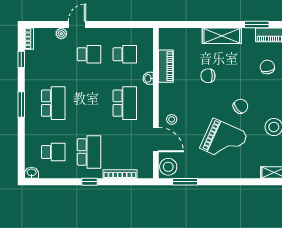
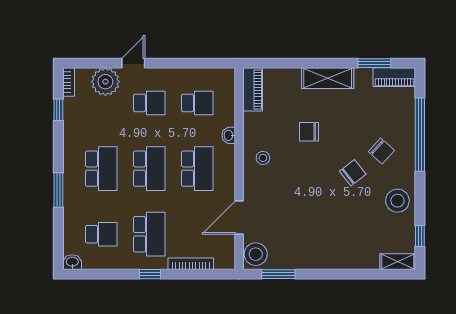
plant: (61, 34) -> (105, 82), width x1.87, depth x1.87
piano: (166, 66) -> (253, 89), moved
chair: (267, 67) -> (381, 151), moved, turned 143
school desk: (89, 103) -> (149, 169), added
window: (21, 105) -> (58, 190), moved
stool: (172, 119) -> (263, 158), moved
door: (156, 140) -> (239, 218), swing flipped
grand piano: (224, 141) -> (330, 219), removed

